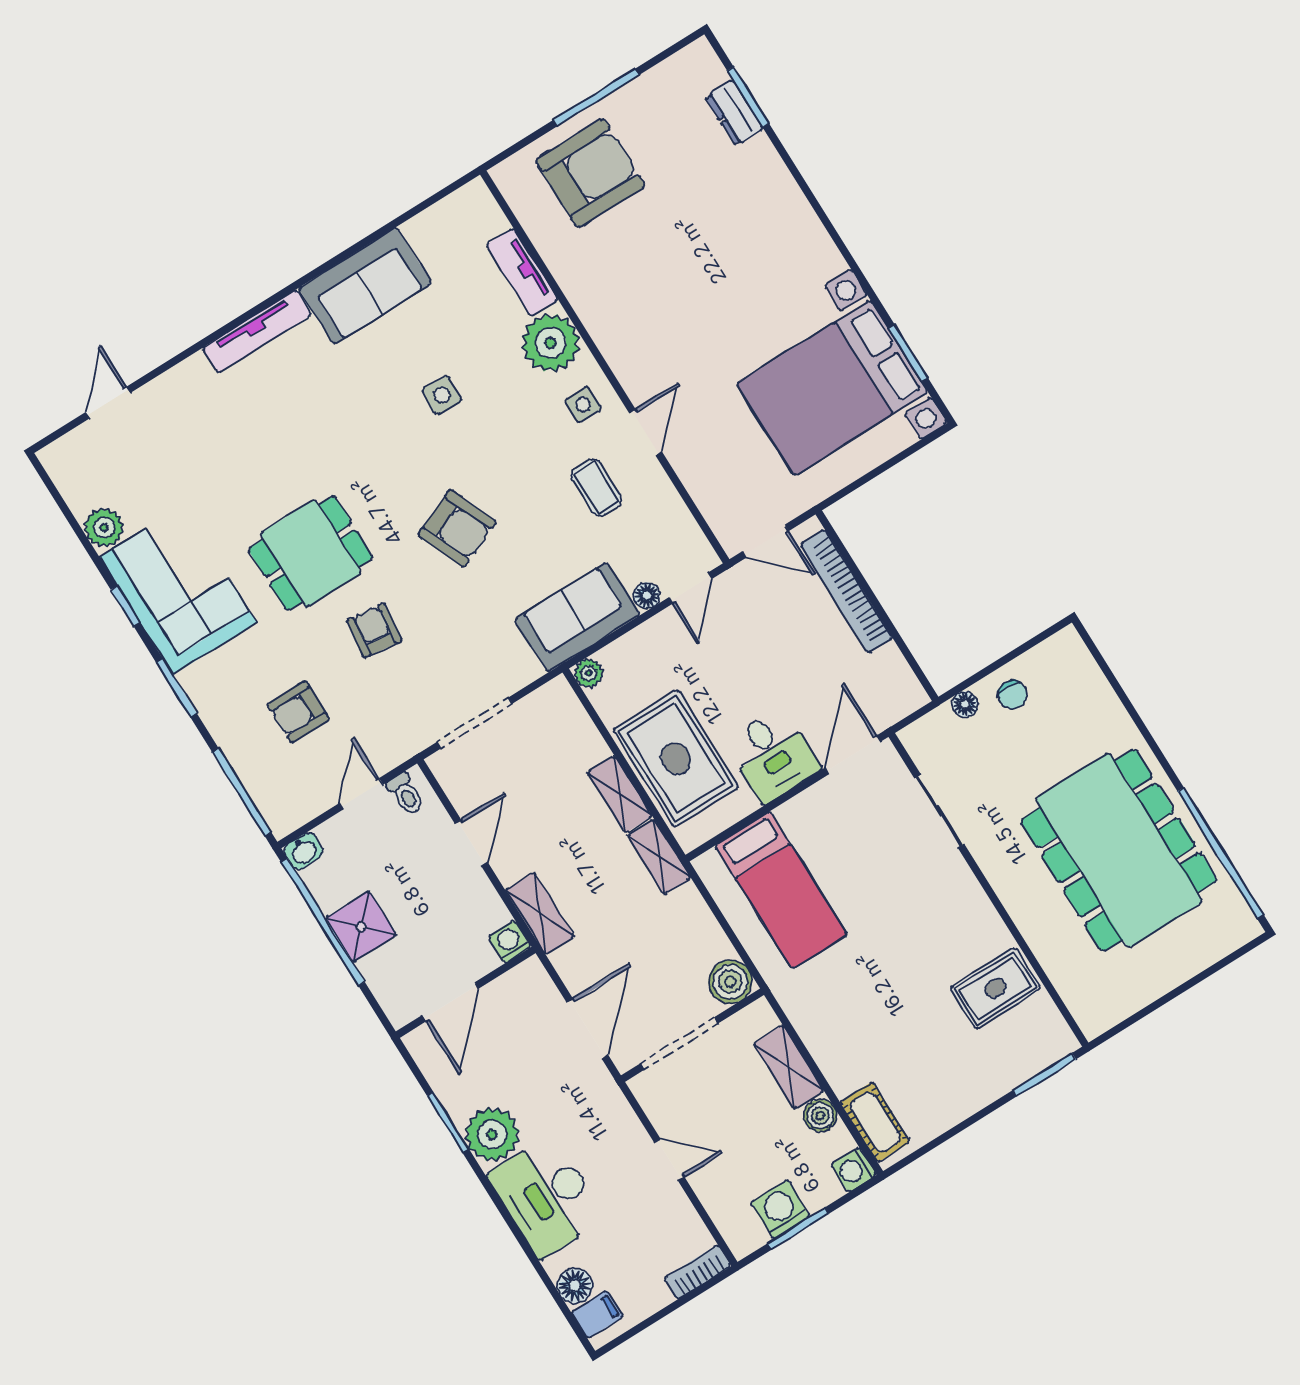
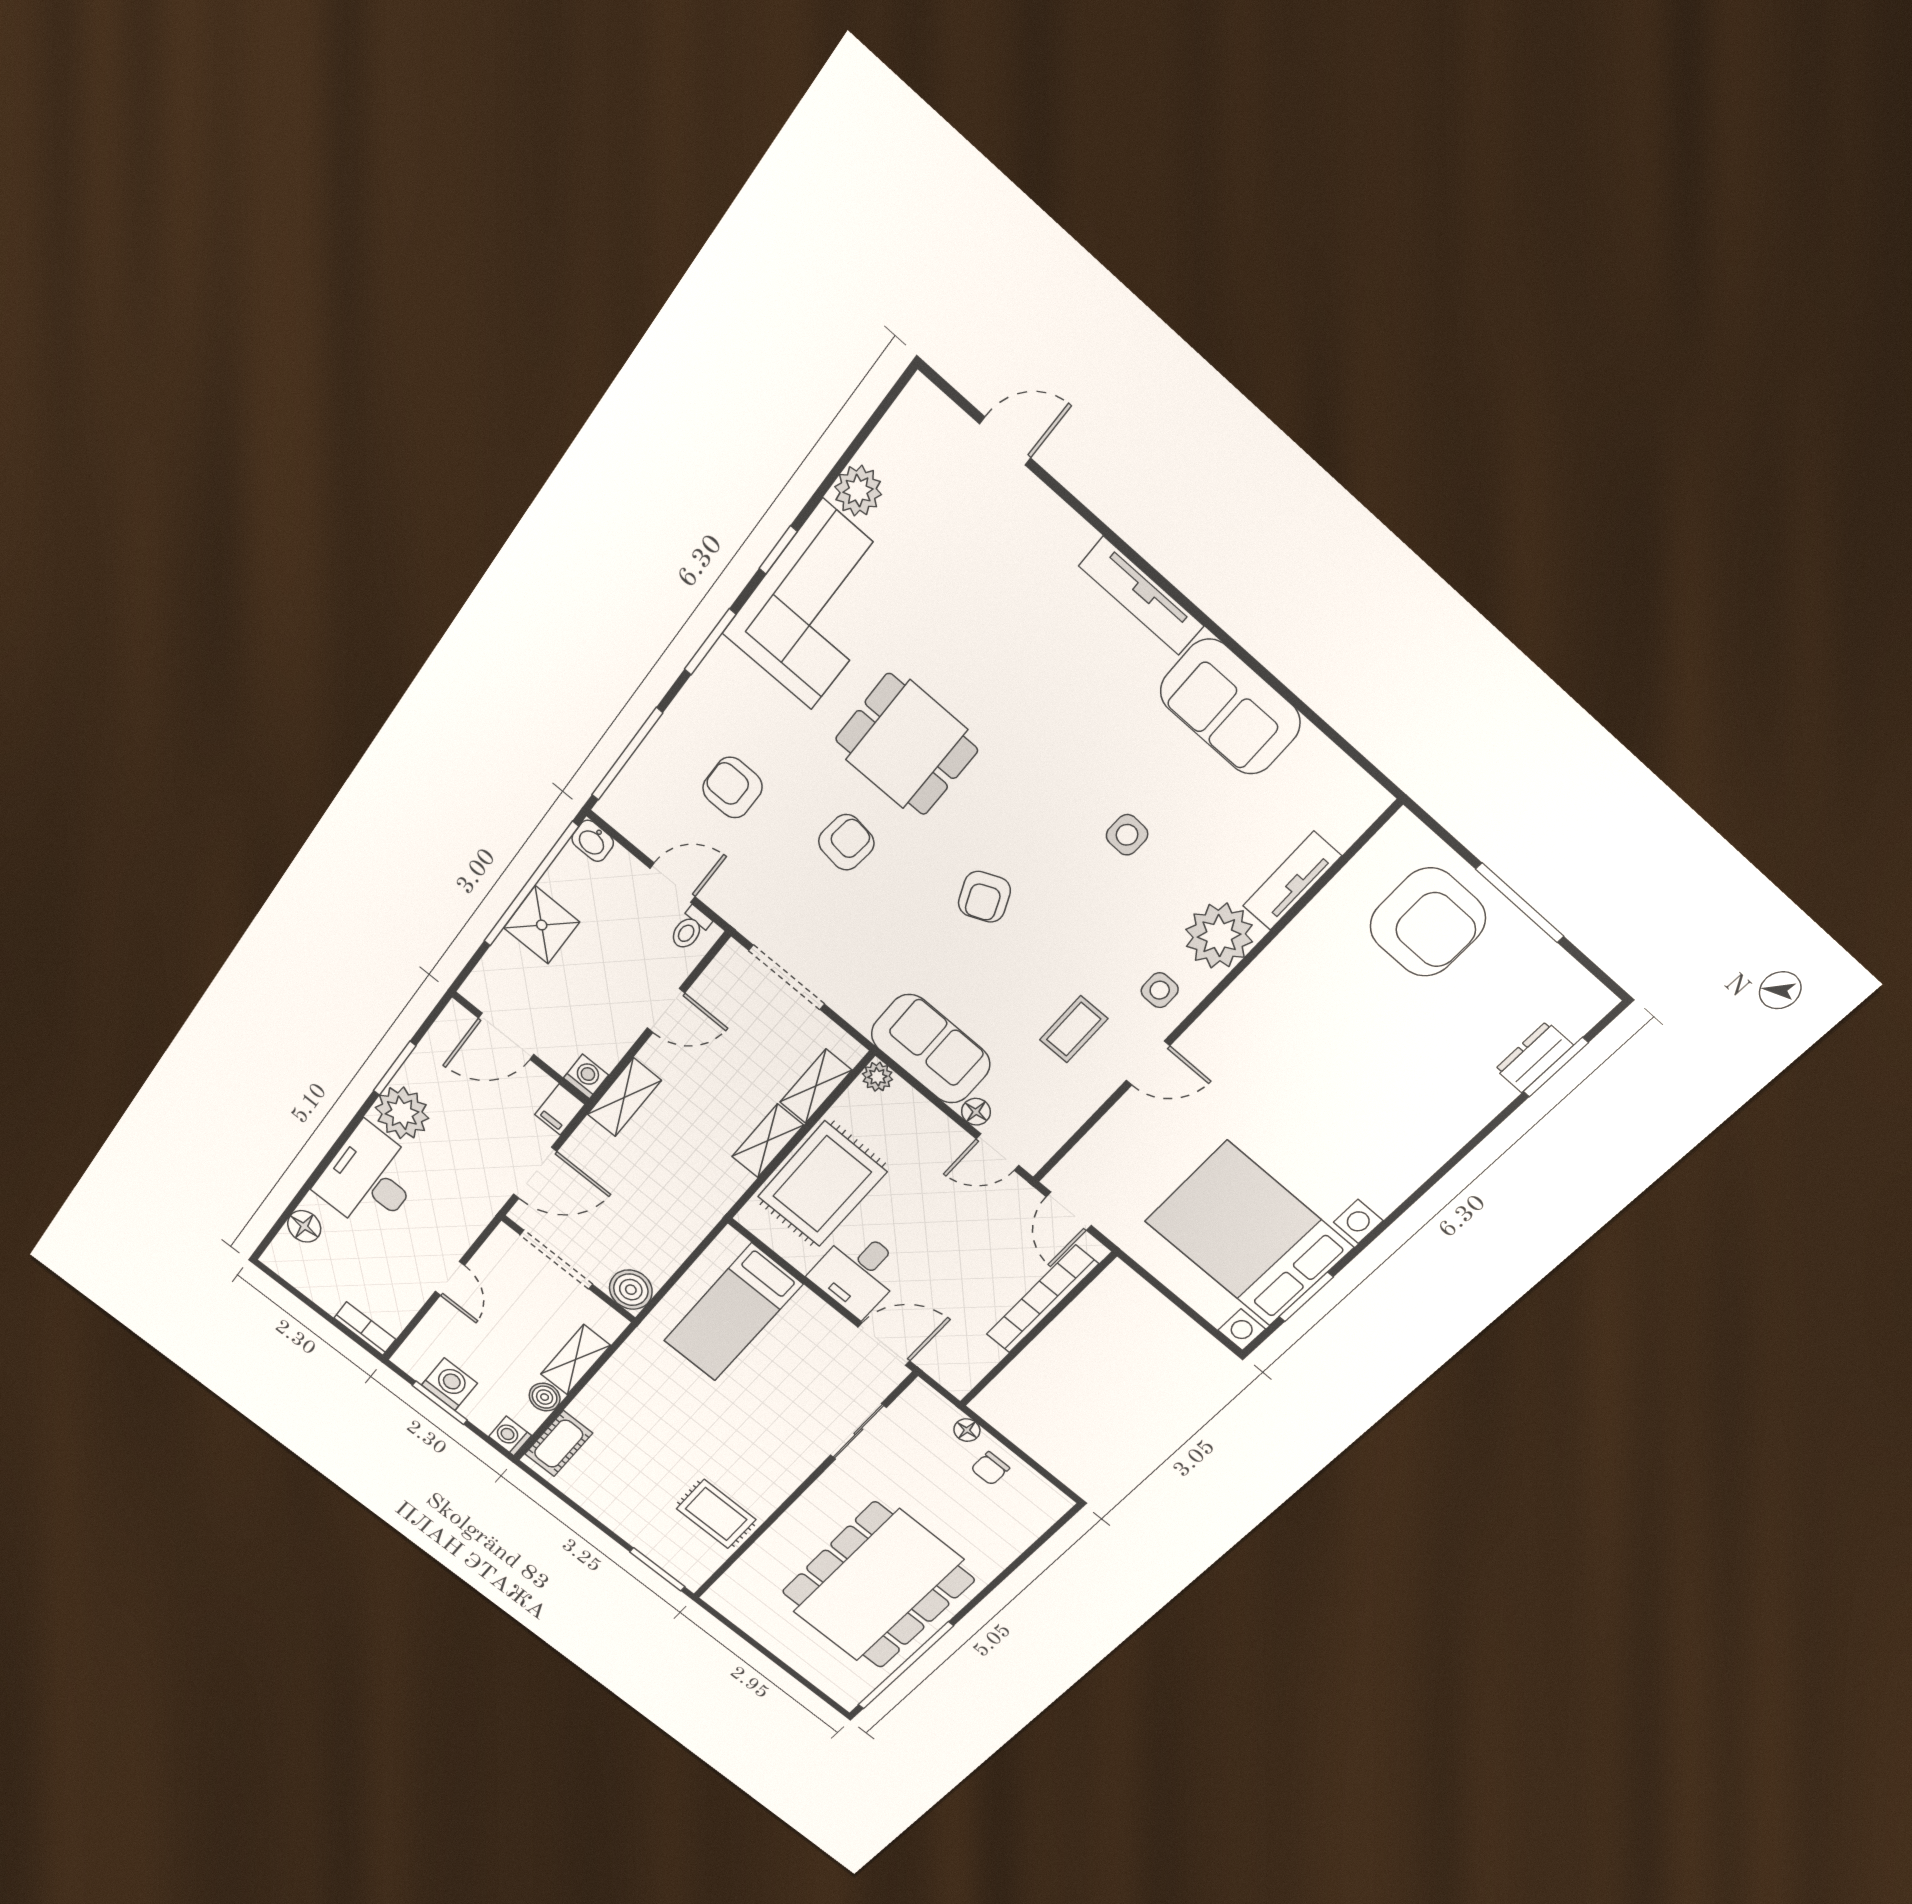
armchair: (457, 528) -> (984, 897), width x0.72, depth x0.72
shelving: (659, 857) -> (816, 1086), moved
filing cabinet: (597, 1314) -> (560, 1109), moved, turned 90

